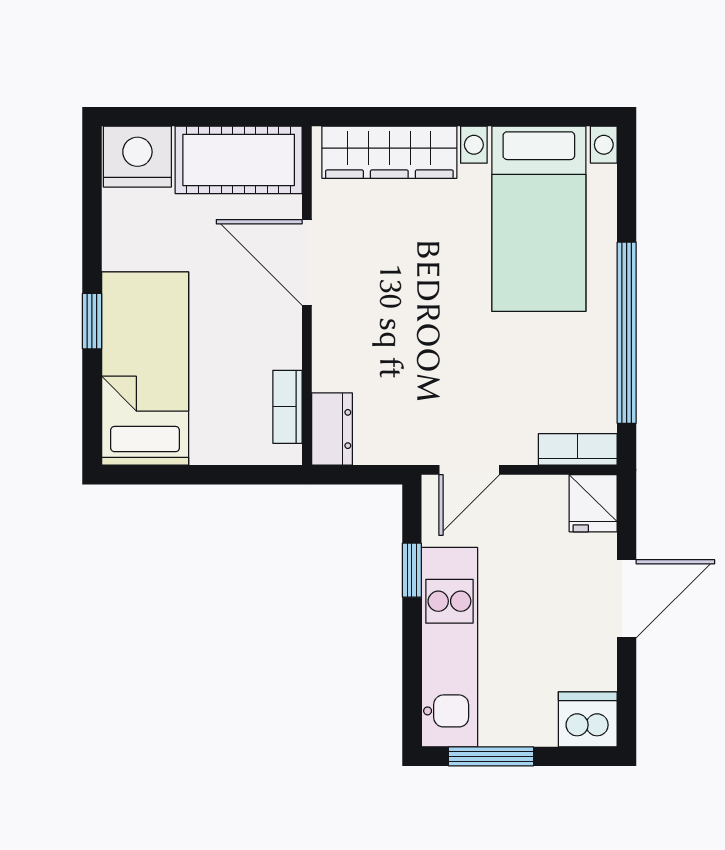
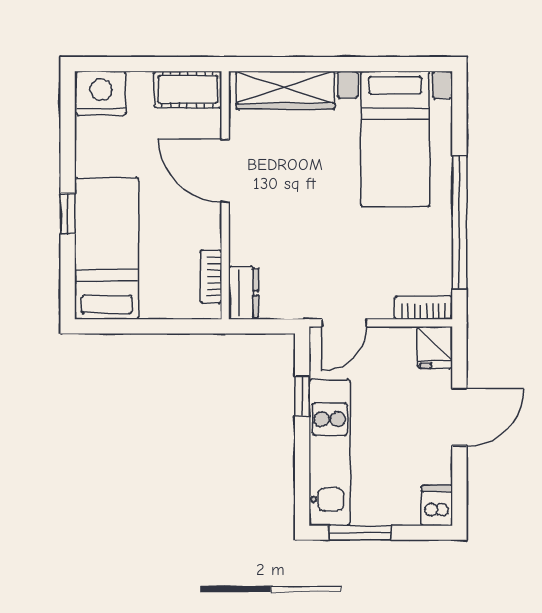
cot: (239, 160) -> (188, 89), width x0.73, depth x0.75
dishwasher: (588, 719) -> (437, 506), width x0.73

